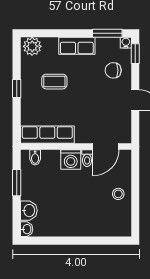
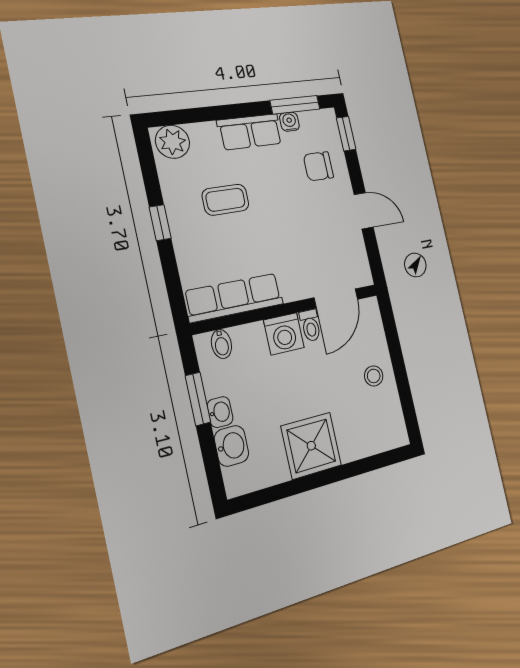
water cooler: (126, 43) -> (289, 122), moved
shower: (72, 222) -> (311, 446), added
washbasin: (27, 229) -> (220, 412), moved

